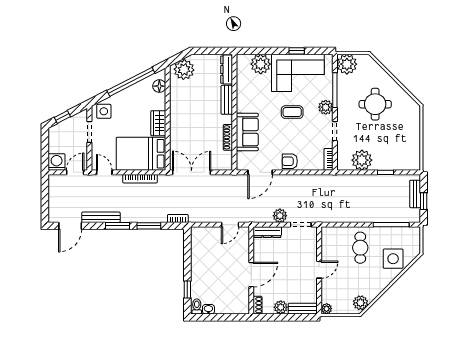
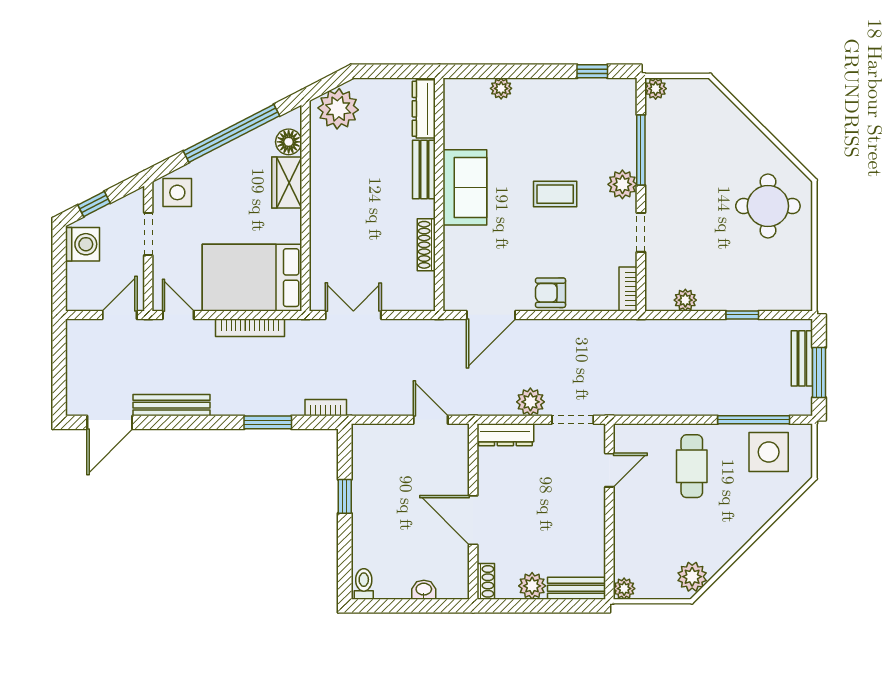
window: (297, 51) -> (592, 71), moved
plant: (261, 64) -> (501, 88), width x0.53, depth x0.53
plant: (347, 64) -> (656, 89), width x0.53, depth x0.53
corner sofa: (298, 73) -> (566, 115), removed
round table: (375, 104) -> (768, 206), moved
wardrobe: (158, 123) -> (287, 182), moved
sofa: (247, 132) -> (465, 187), moved
plant: (362, 160) -> (685, 300), width x0.53, depth x0.53
washing machine: (57, 162) -> (82, 244), moved, turned 90
double door: (192, 172) -> (353, 315), width x0.73
window: (424, 201) -> (819, 373), width x1.50
door: (230, 225) -> (431, 420), swing flipped
window: (118, 226) -> (205, 422), removed
side table: (393, 259) -> (769, 452), moved
door: (319, 270) -> (609, 470), moved
door: (251, 275) -> (473, 520), swing flipped
window: (187, 290) -> (345, 496), moved
washbasin: (208, 309) -> (424, 590), moved

